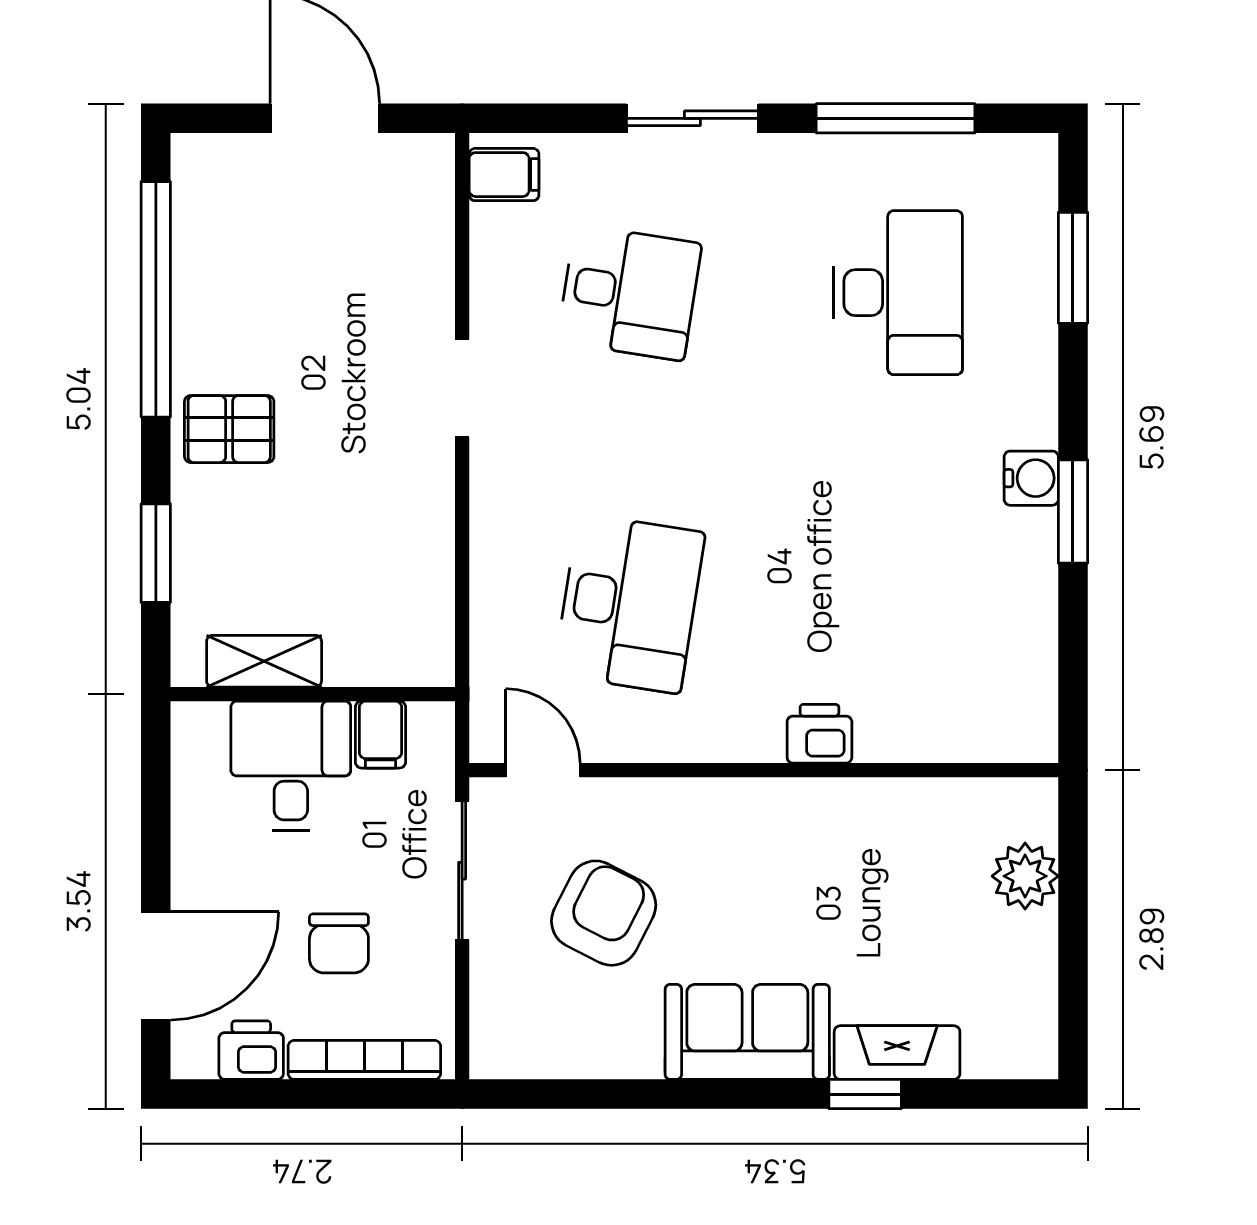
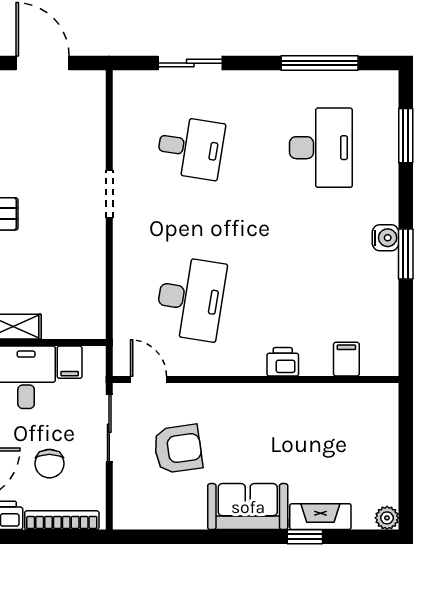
sliding door: (692, 118) -> (190, 63), moved
filing cabinet: (504, 175) -> (346, 359), moved, turned -90
plant: (1025, 876) -> (387, 518), moved, width x0.73, depth x0.73
armchair: (604, 913) -> (178, 449), turned 55

